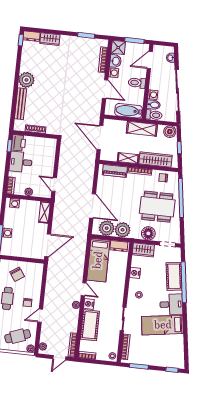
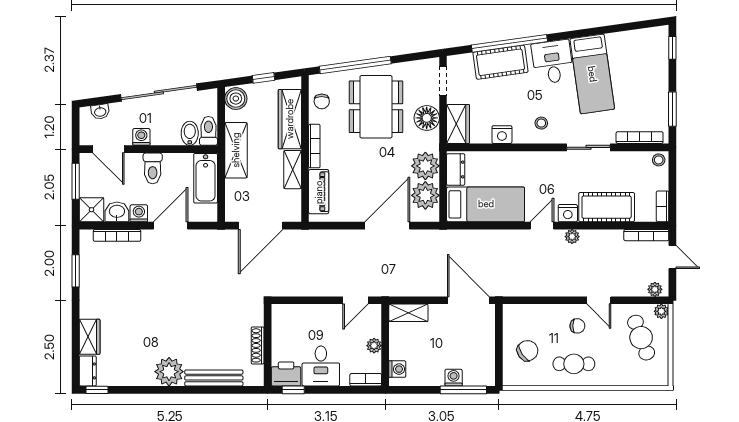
washing machine: (153, 95) -> (141, 137), moved

